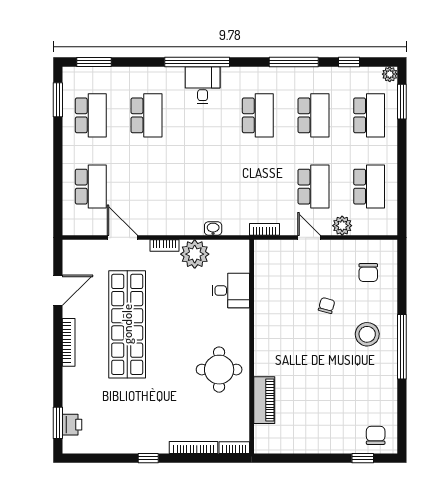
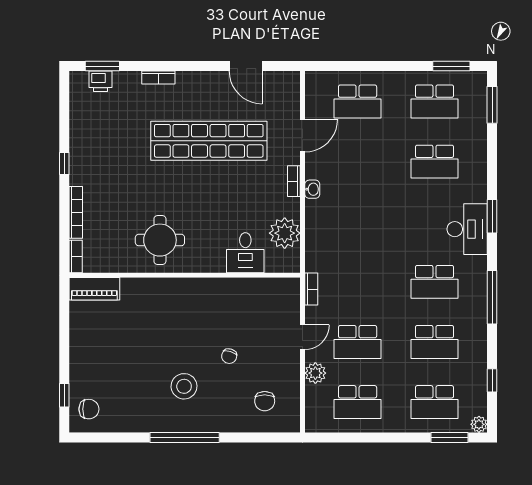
window: (197, 62) -> (492, 216), width x0.47
window: (294, 62) -> (492, 297), moved
desk: (203, 85) -> (467, 229), width x1.37
washbasin: (213, 229) -> (312, 189), moved
plant: (195, 254) -> (285, 233), moved
chair: (368, 273) -> (265, 401), turned -90
chair: (327, 305) -> (229, 356), turned 92
stool: (367, 334) -> (184, 386), moved
bookcase: (69, 342) -> (158, 78), moved, width x0.64
piano: (264, 400) -> (94, 289), moved

